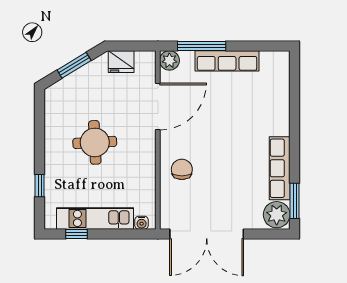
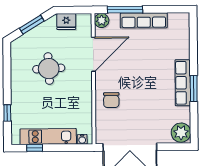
round table: (95, 142) -> (49, 69), moved
row of seats: (280, 168) -> (183, 83), moved
chair: (182, 169) -> (111, 100), turned 180
window: (295, 201) -> (194, 89), moved

